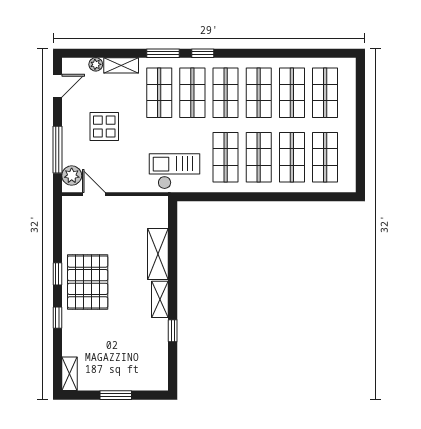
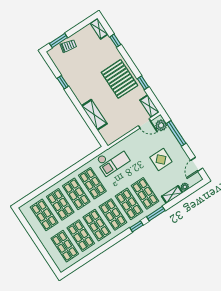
window: (57, 274) -> (143, 83), moved
shelving: (160, 299) -> (150, 106), moved
window: (57, 318) -> (115, 41), moved
trolley: (130, 378) -> (68, 46), added
window: (116, 395) -> (58, 40), moved

